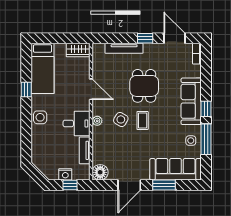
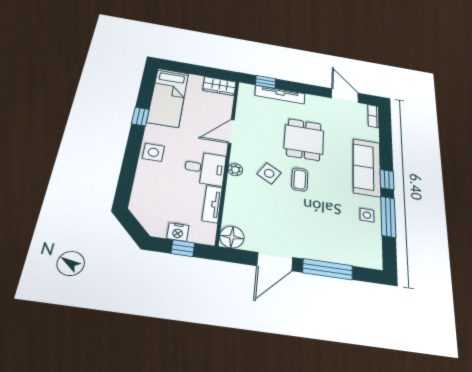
window: (145, 38) -> (266, 82), moved
door: (91, 89) -> (231, 131), swing flipped
sofa: (175, 169) -> (345, 250), removed
window: (164, 185) -> (328, 269), width x1.44

